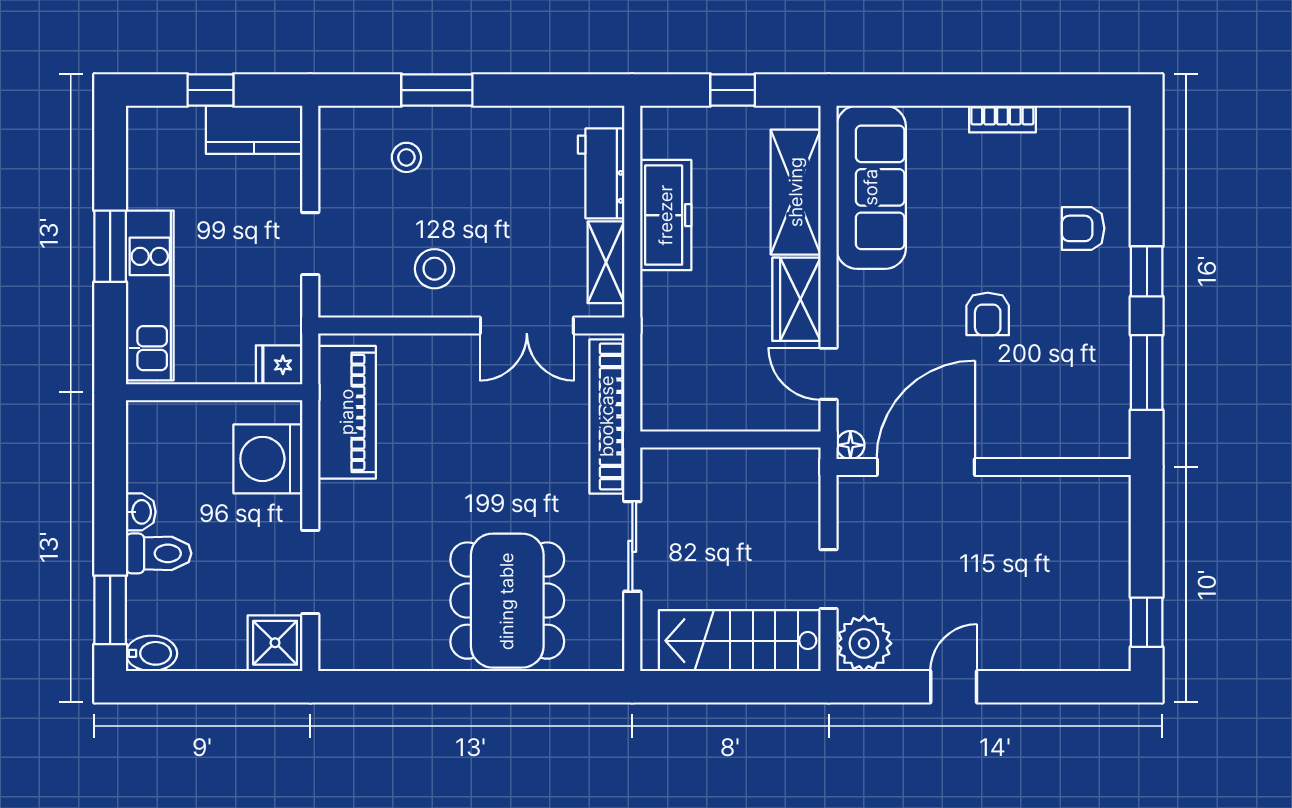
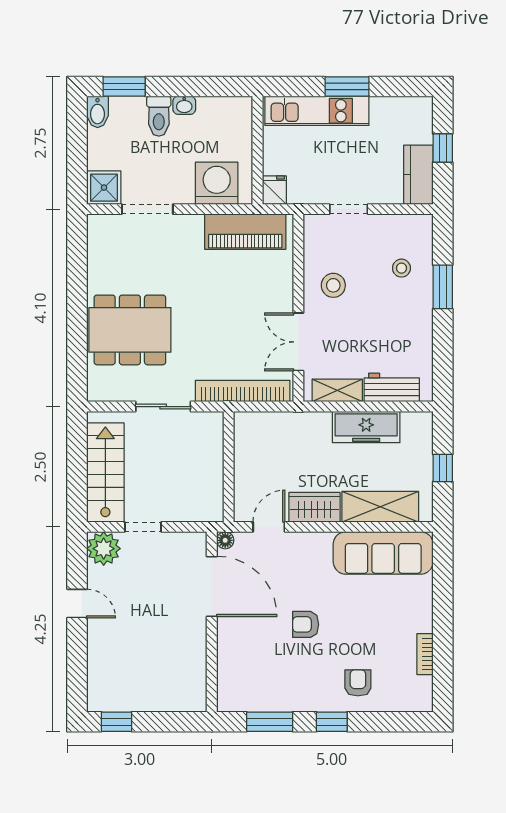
bookcase: (1002, 119) -> (425, 654), moved

